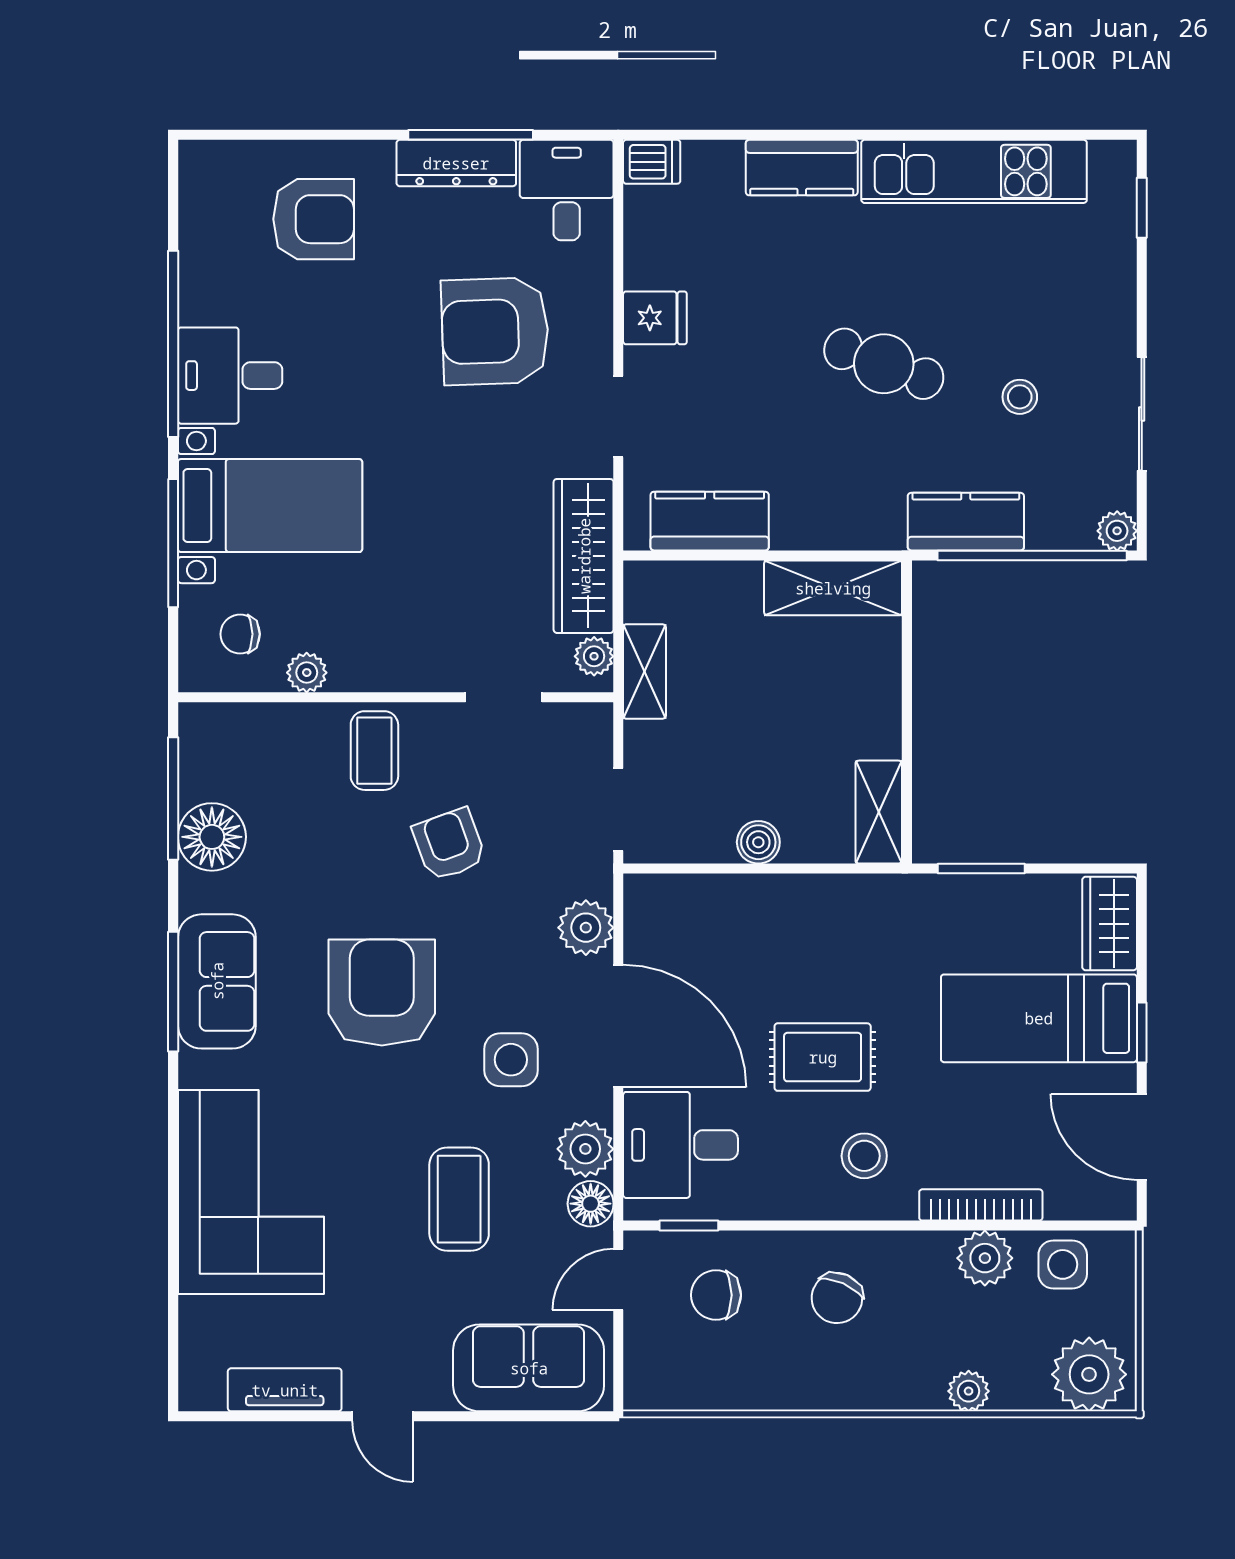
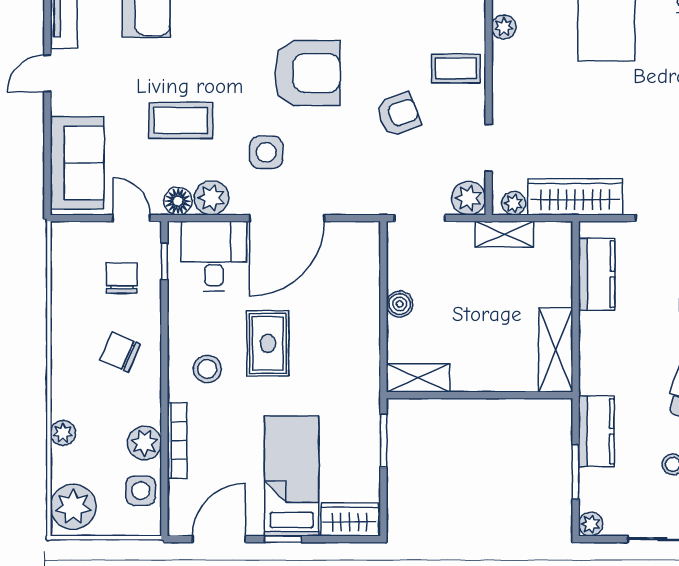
window: (1032, 555) -> (576, 472), width x0.47
plant: (586, 928) -> (469, 198), moved

